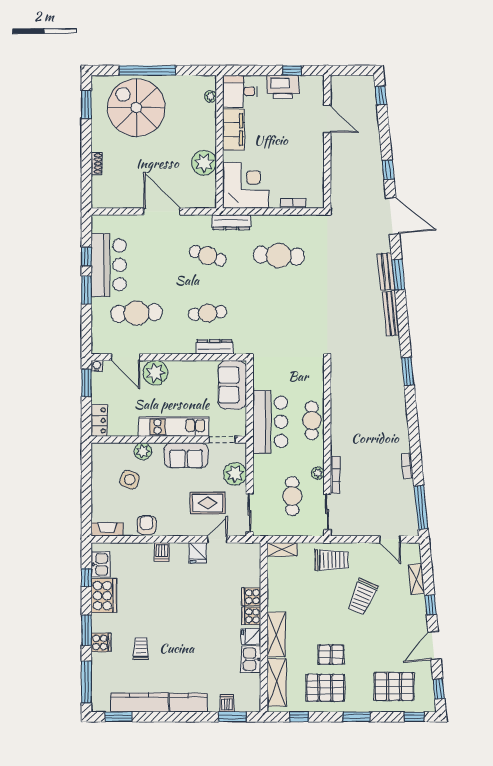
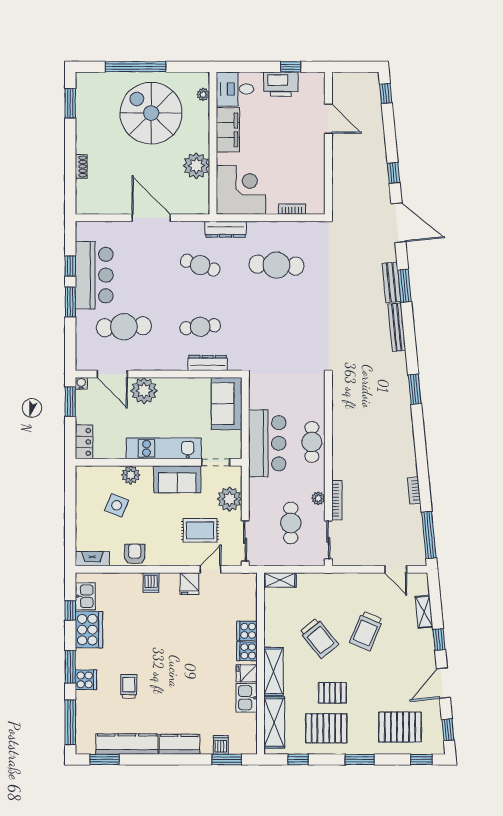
spiral stairs: (136, 108) -> (151, 113), moved
trolley: (332, 560) -> (319, 638), moved, turned 51

